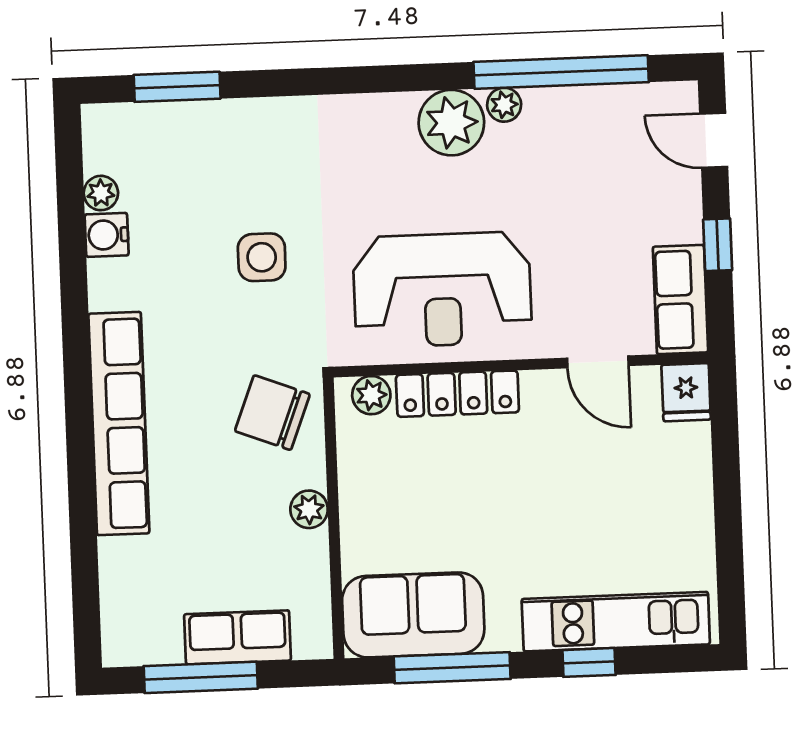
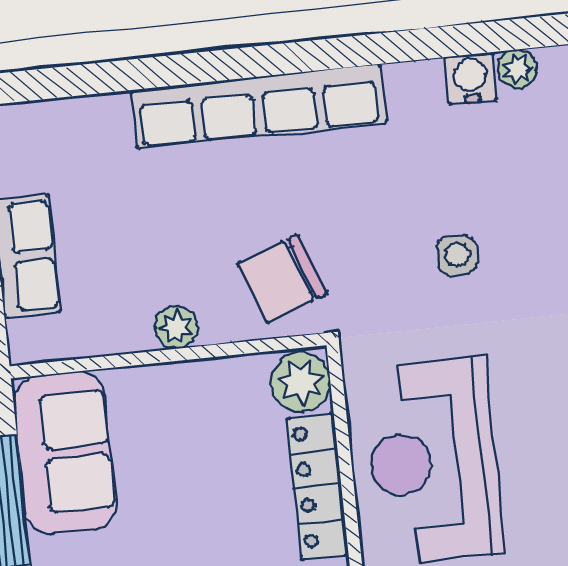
side table: (262, 257) -> (457, 255), width x0.73, depth x0.73
plant: (371, 395) -> (301, 382), width x1.38, depth x1.38
chair: (272, 413) -> (282, 279), turned -131

